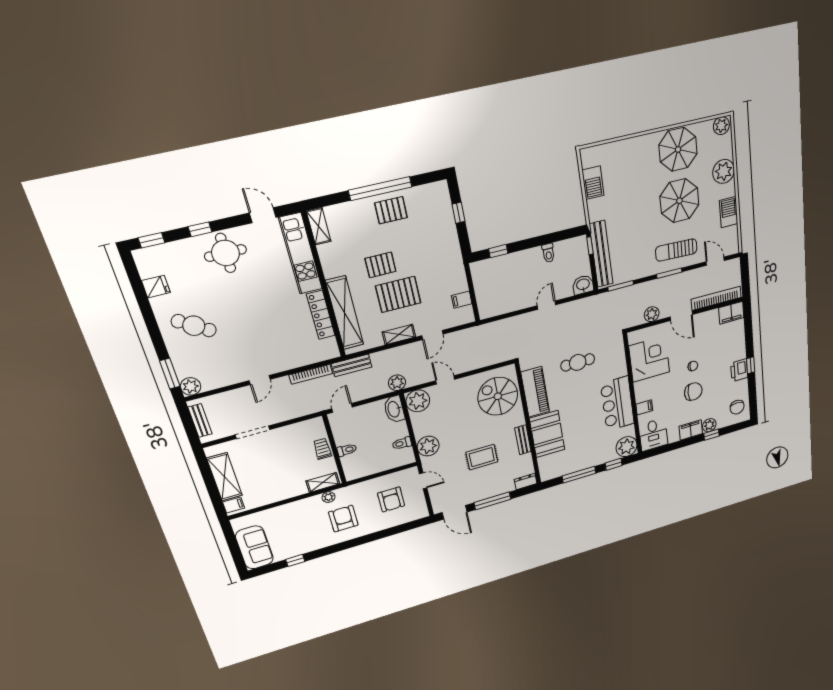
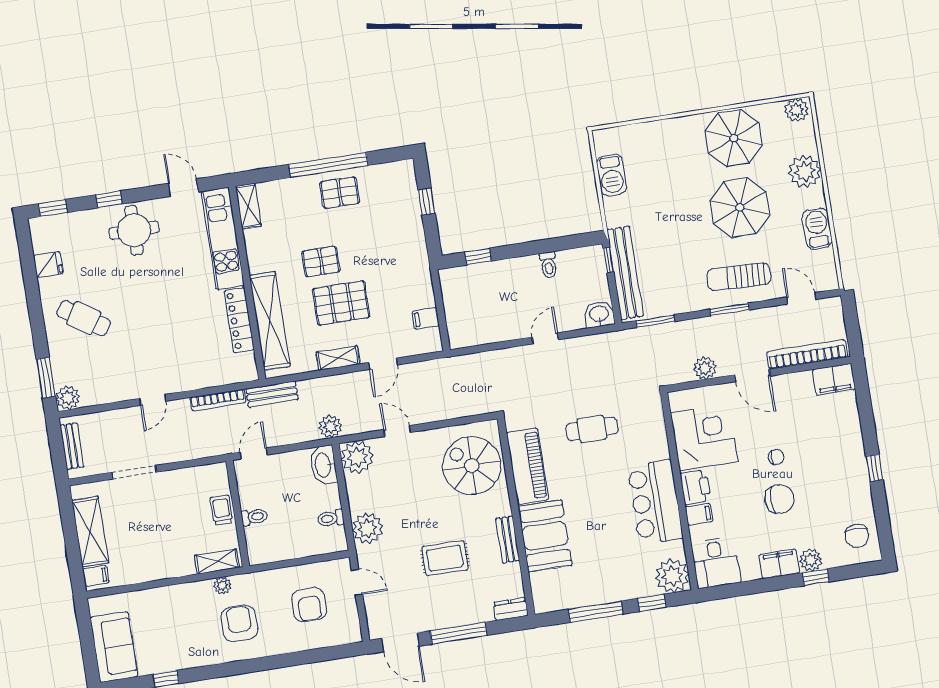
printer: (739, 370) -> (695, 487), moved, turned 180

